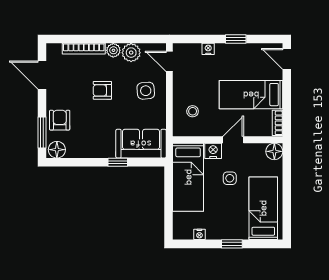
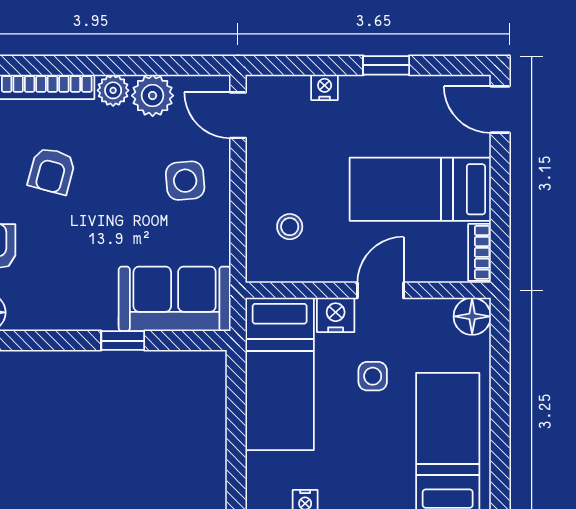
armchair: (102, 90) -> (52, 171), moved, turned -75

